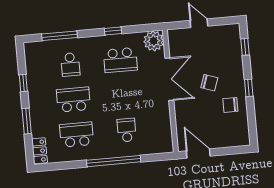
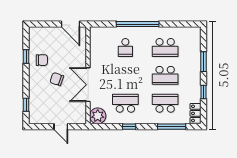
school desk: (70, 65) -> (165, 103), width x1.85
window: (249, 88) -> (26, 56), moved
locker: (40, 151) -> (195, 113), moved

